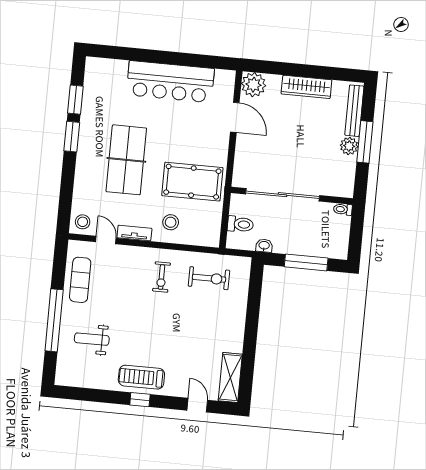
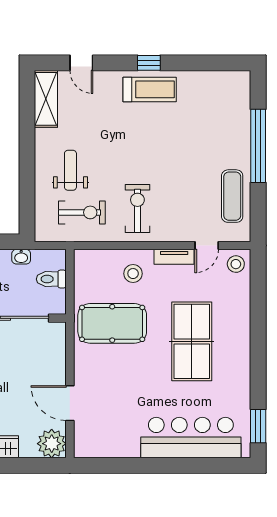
bar counter: (170, 82) -> (191, 438), moved
window: (75, 100) -> (258, 426), moved
window: (72, 137) -> (258, 362), removed
door: (106, 240) -> (207, 246), hinge flipped
exercise bike: (162, 277) -> (137, 208), width x1.38, depth x1.39
exercise bike: (209, 278) -> (82, 212), turned 180
weight bench: (92, 339) -> (70, 170), moved, turned -90

